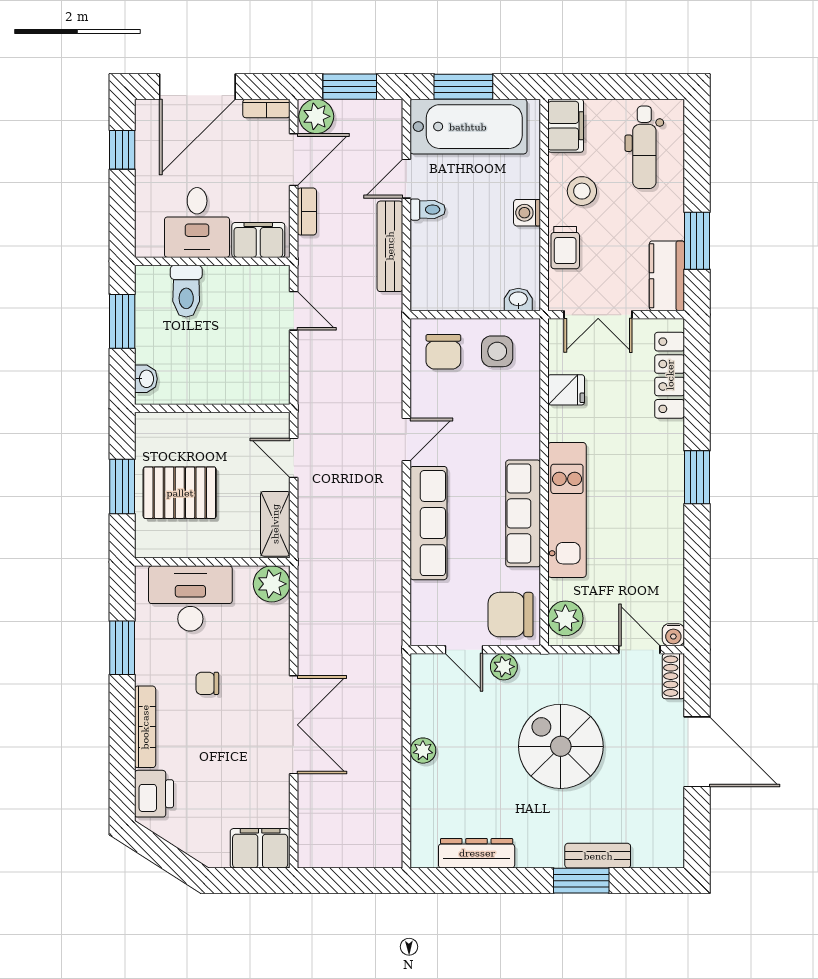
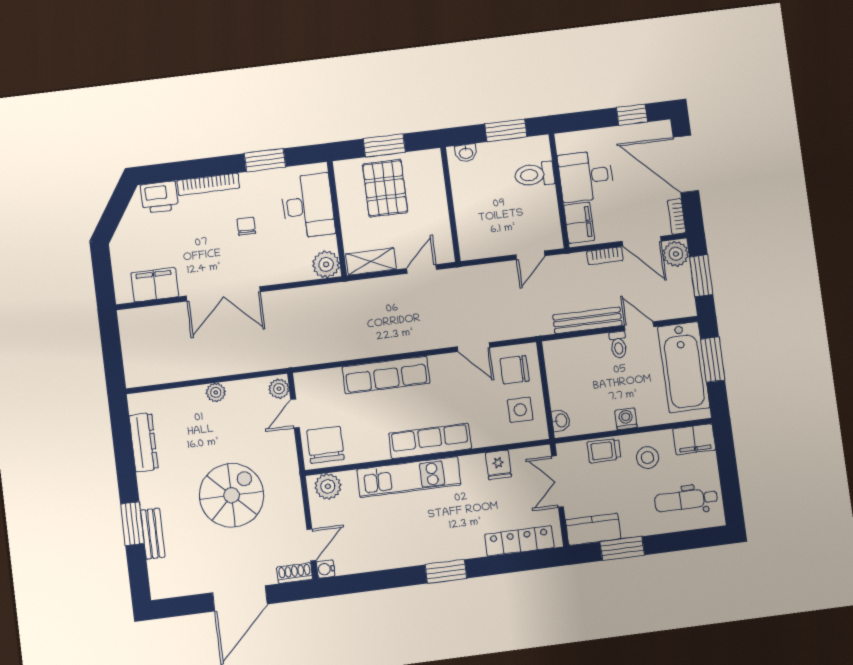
door: (406, 439) -> (473, 347), moved
row of seats: (523, 513) -> (430, 441), moved
plant: (504, 667) -> (279, 389), moved
filing cabinet: (260, 848) -> (155, 285), moved, turned -90

